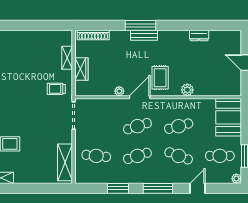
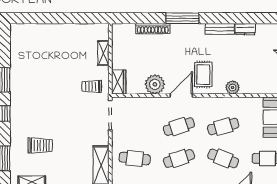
shoe rack: (93, 35) -> (153, 29), moved
bench: (144, 35) -> (220, 29), moved
wardrobe: (81, 69) -> (119, 82), moved
plant: (119, 91) -> (155, 84), width x1.87, depth x1.87

